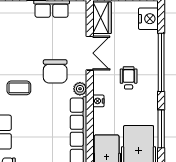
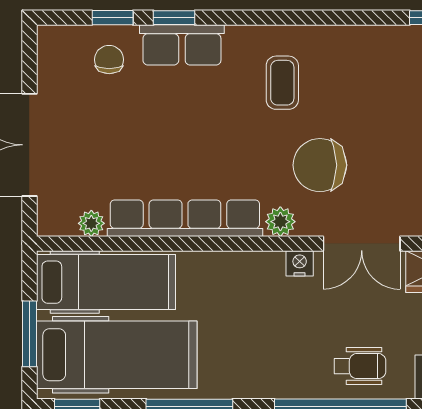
wheelchair: (129, 78) -> (360, 366), moved
nightstand: (98, 101) -> (300, 263), moved

